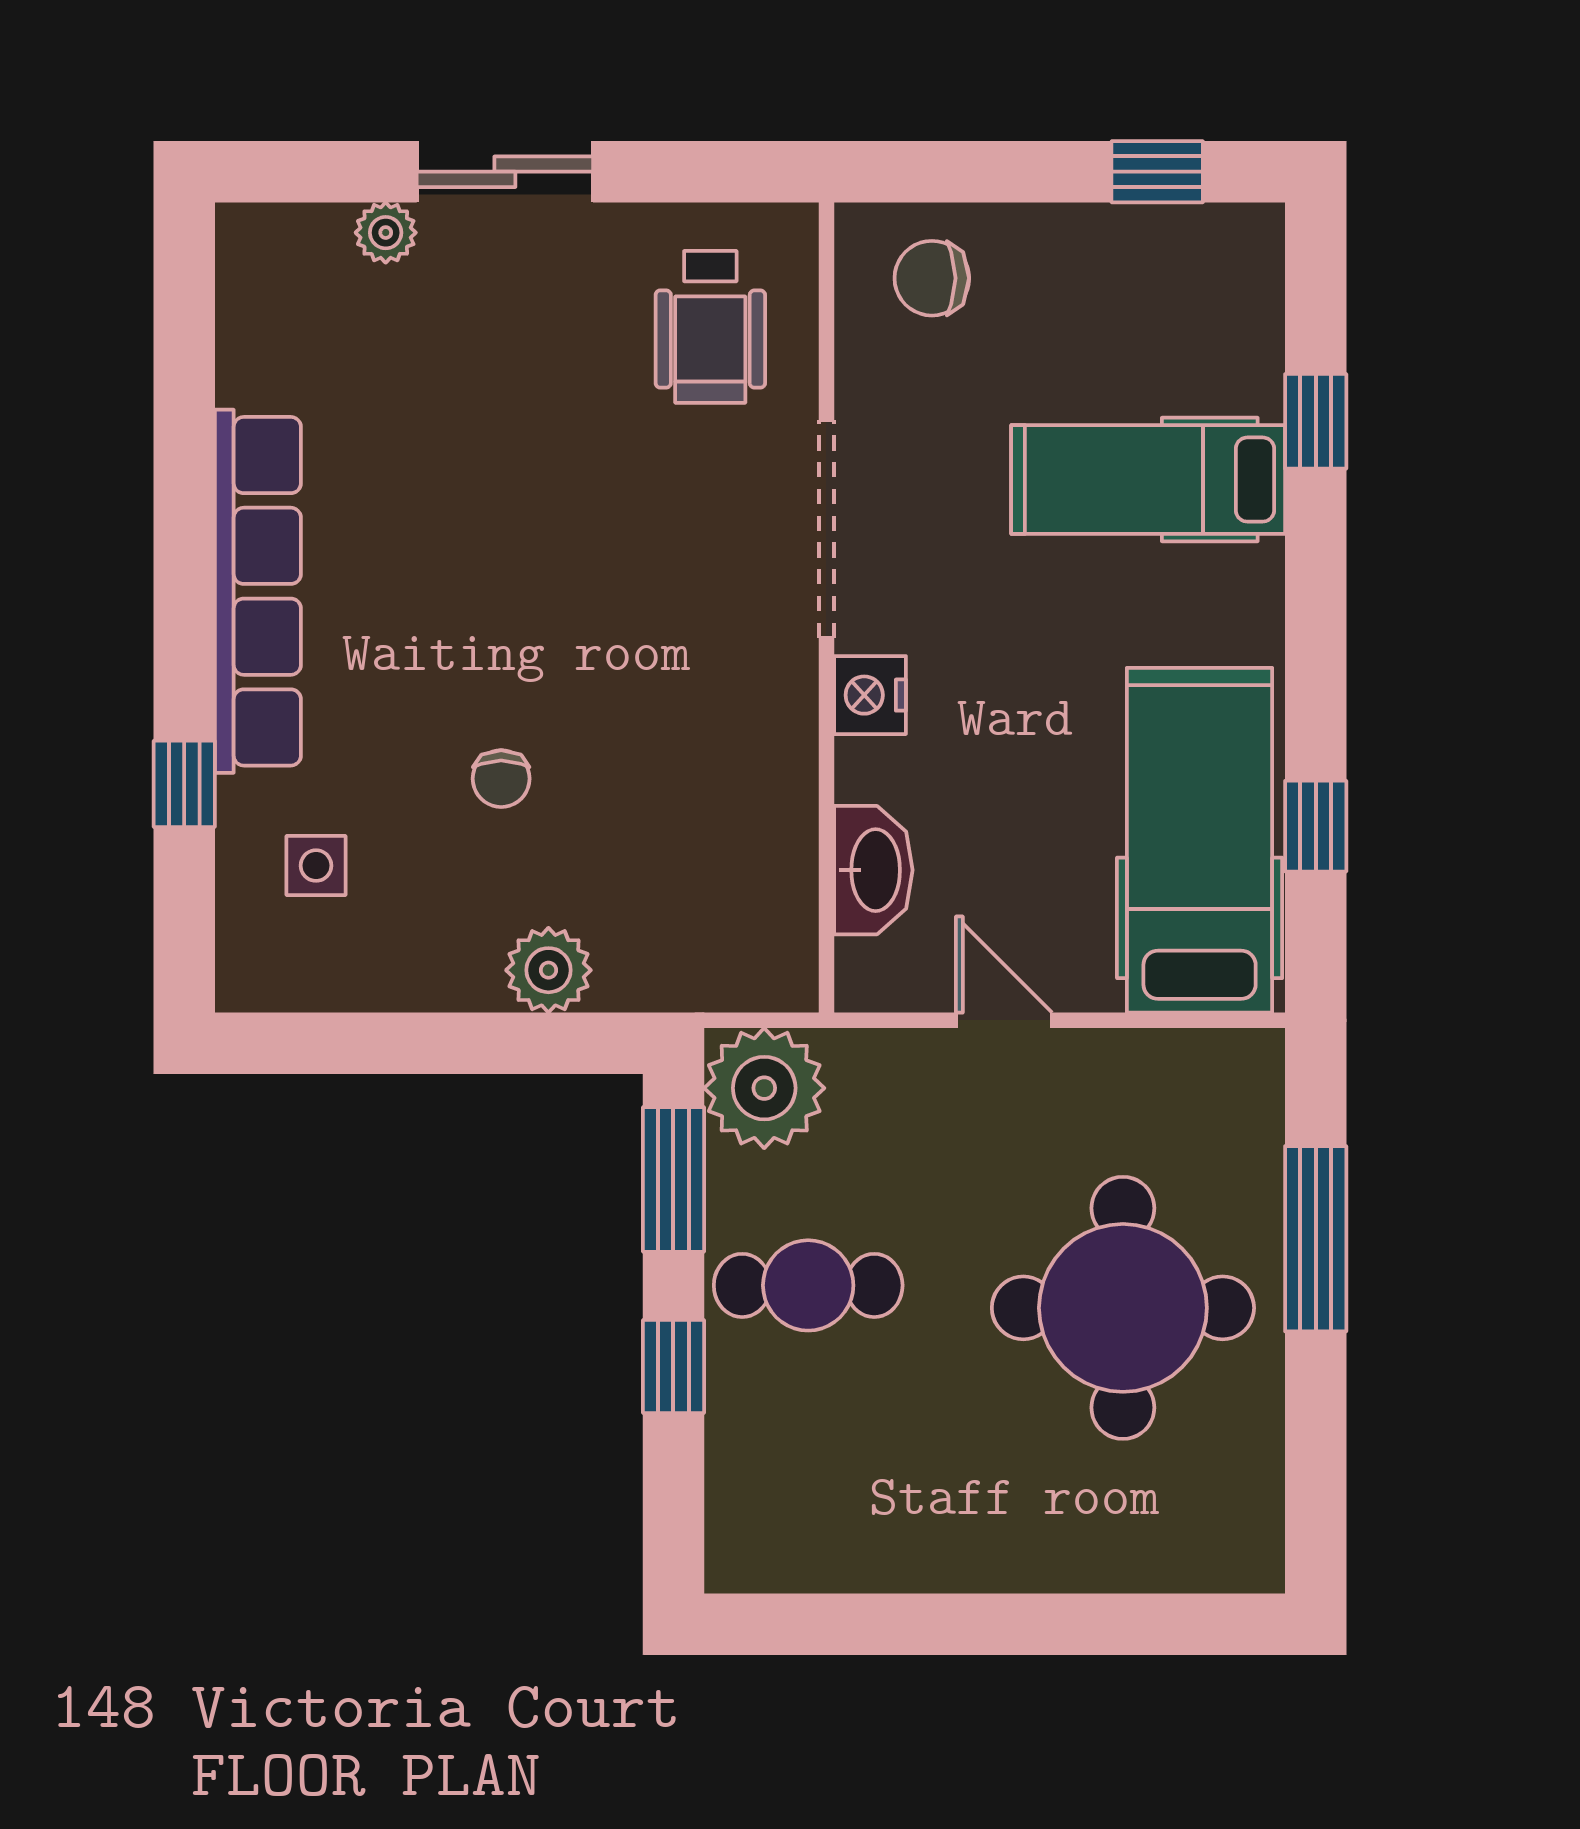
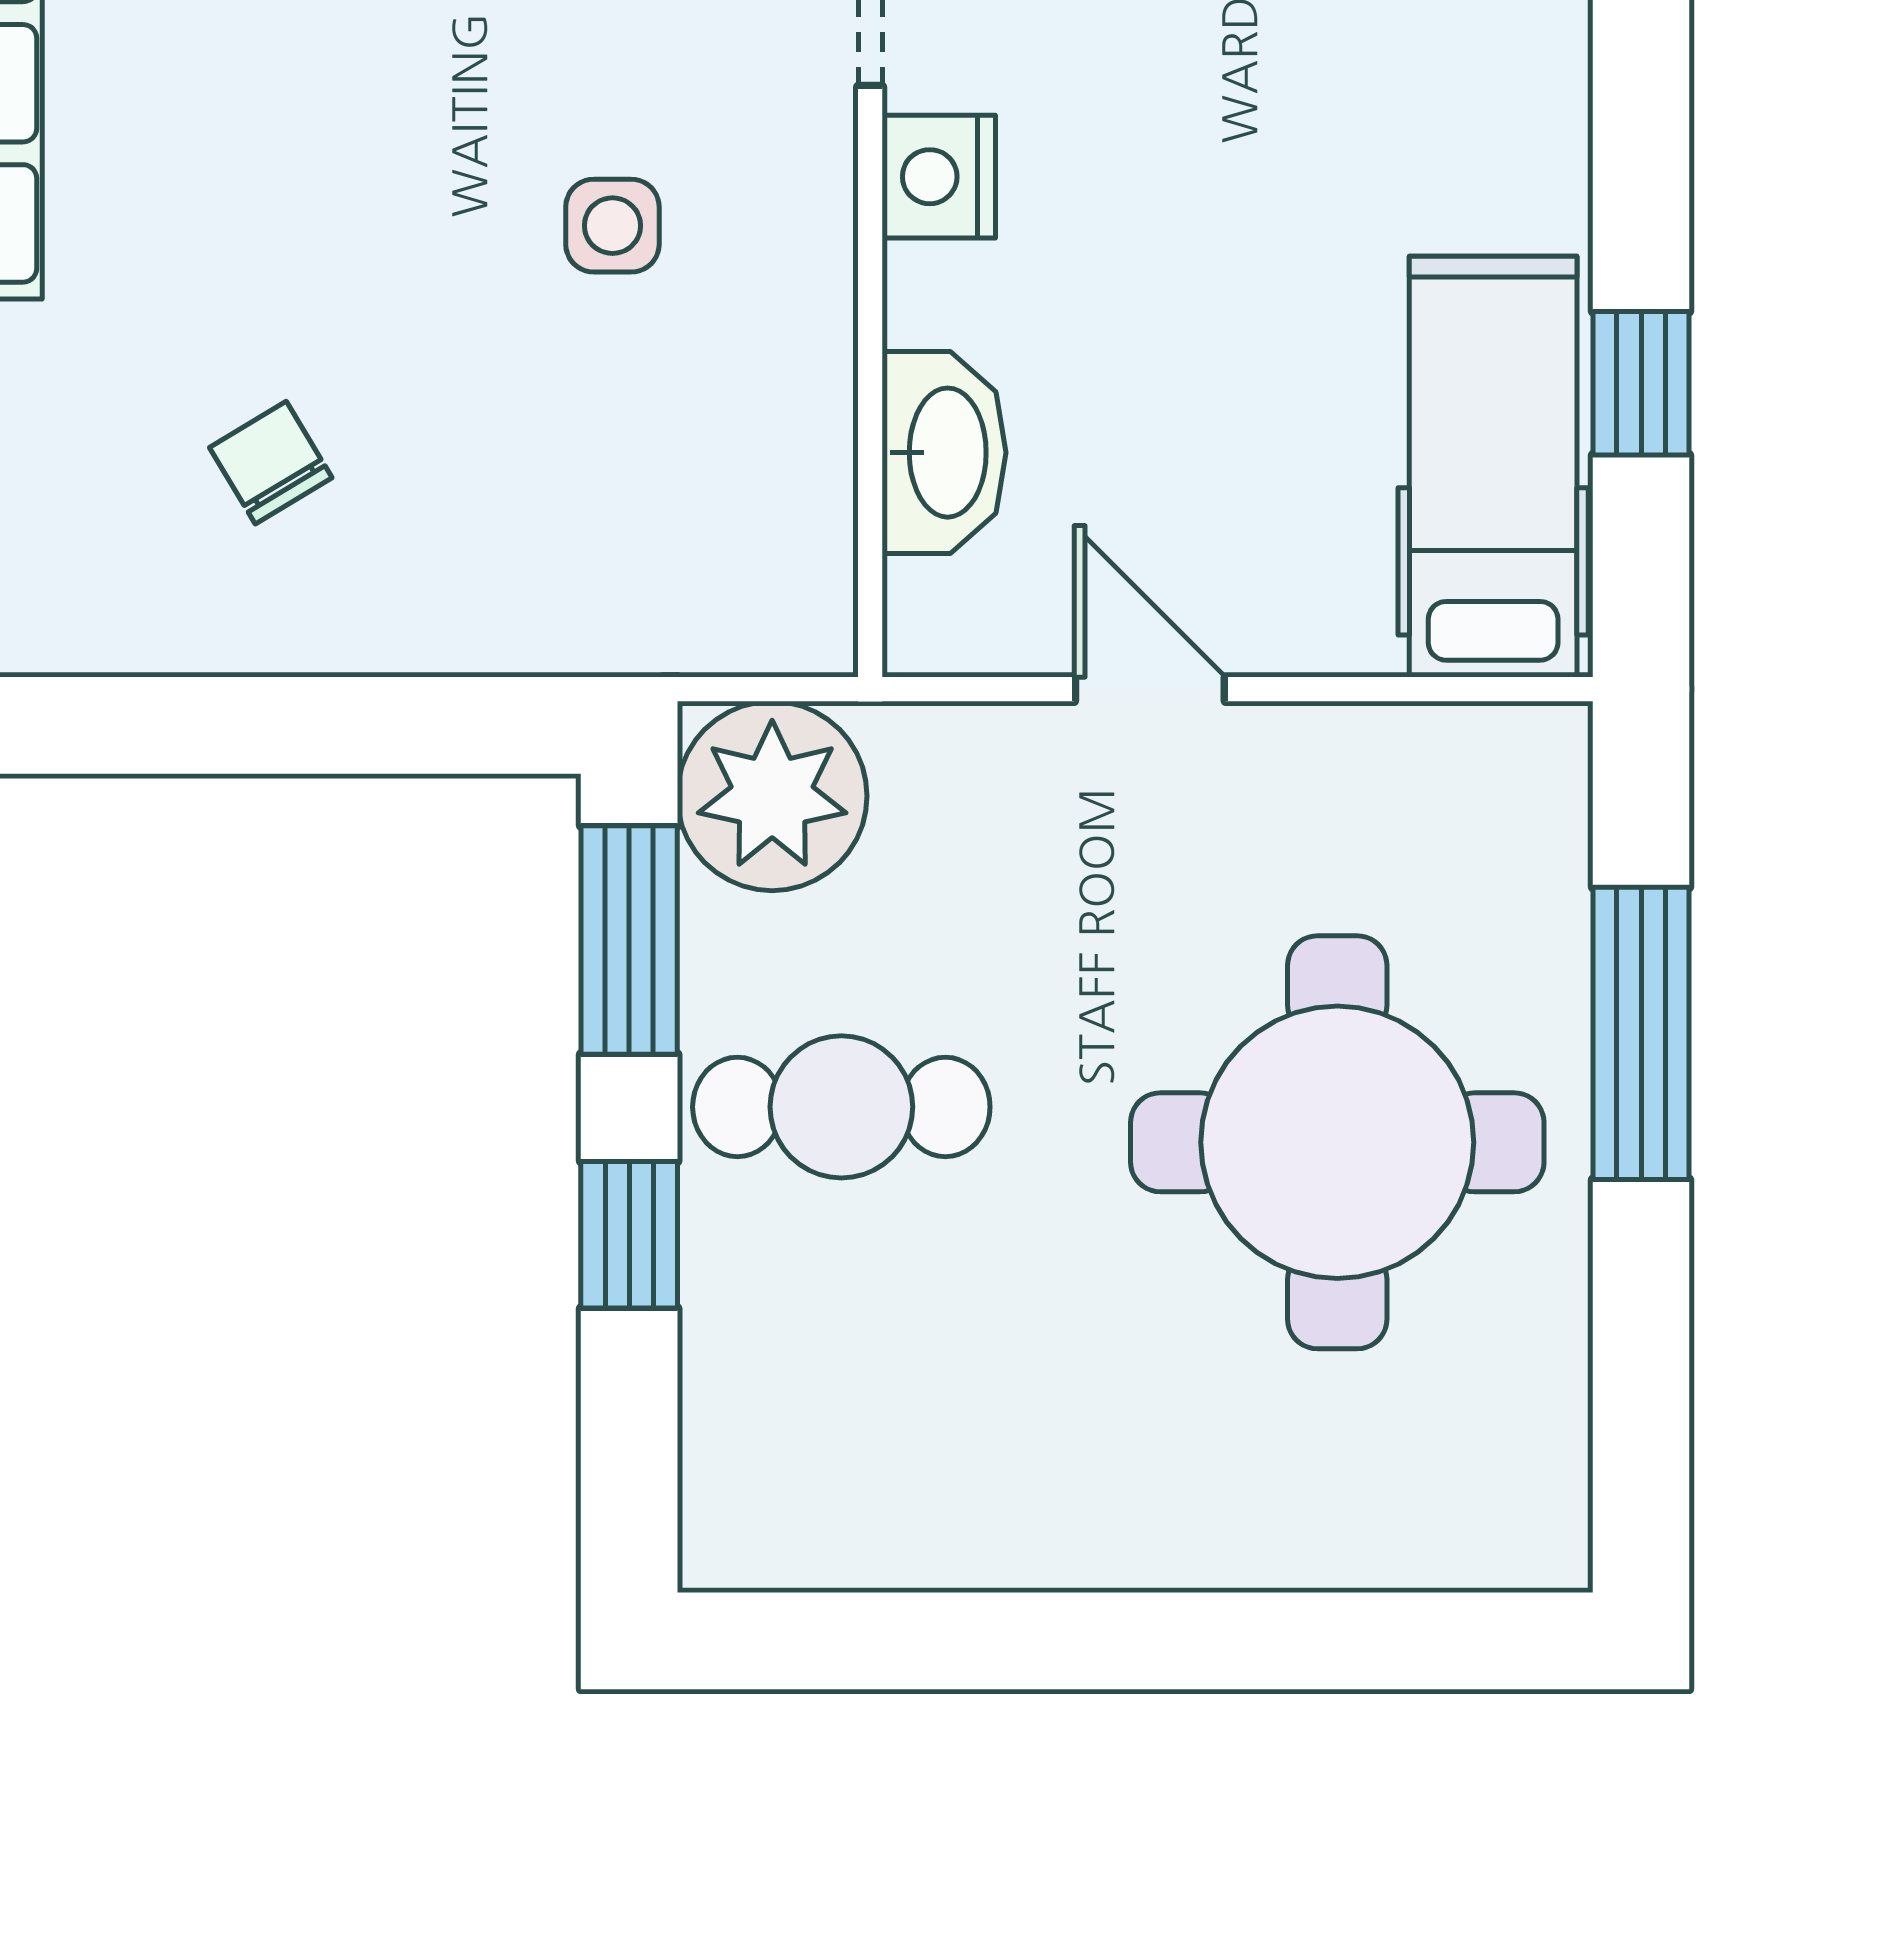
chair: (501, 779) -> (271, 463), moved, turned 149
hospital bed: (1200, 840) -> (1493, 467), width x0.73, depth x0.78
side table: (316, 866) -> (612, 226), moved
plant: (548, 970) -> (432, 610), removed

